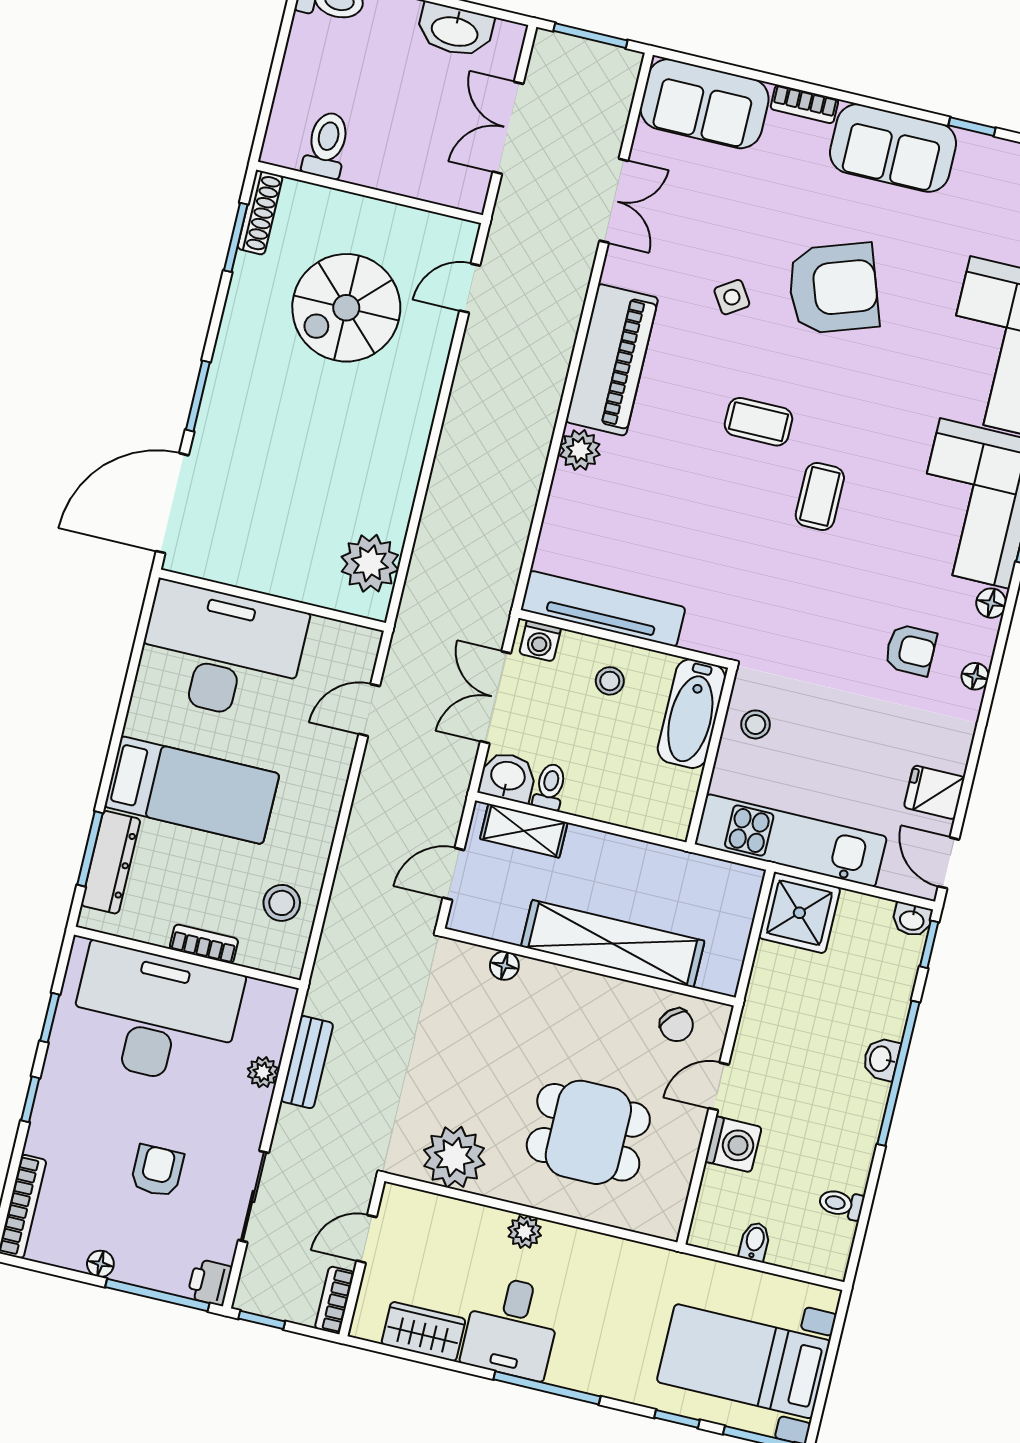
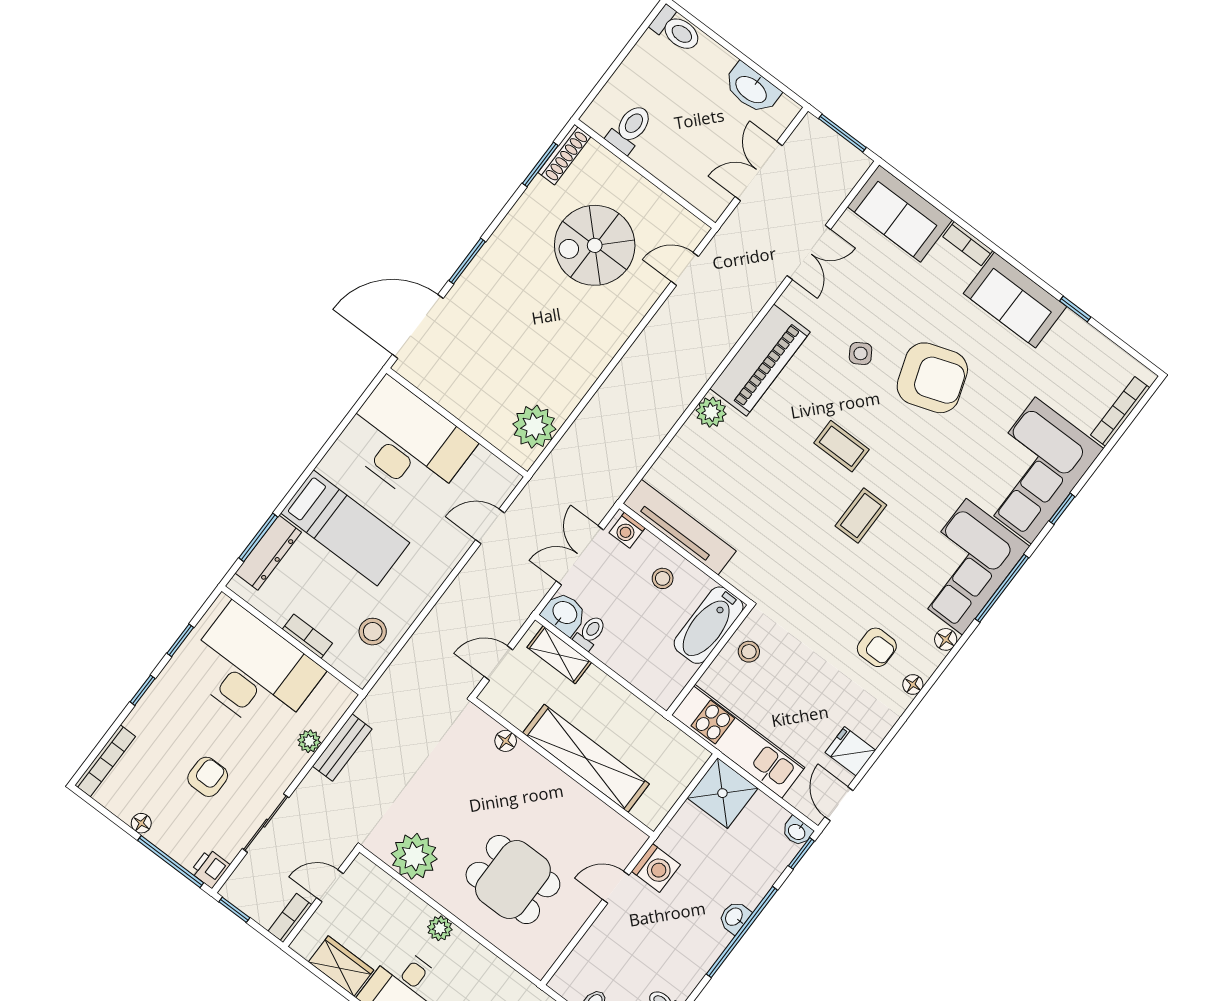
chair: (677, 1025) -> (605, 833), removed
washing machine: (733, 1144) -> (656, 868), moved

